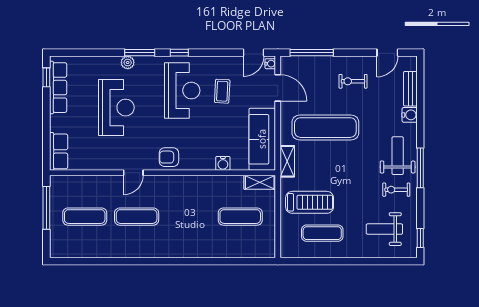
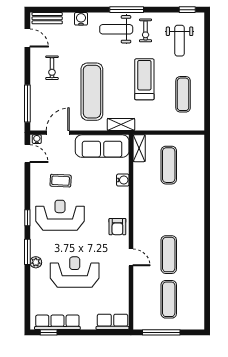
bench: (410, 89) -> (47, 18), moved
treadmill: (310, 202) -> (144, 79), moved

